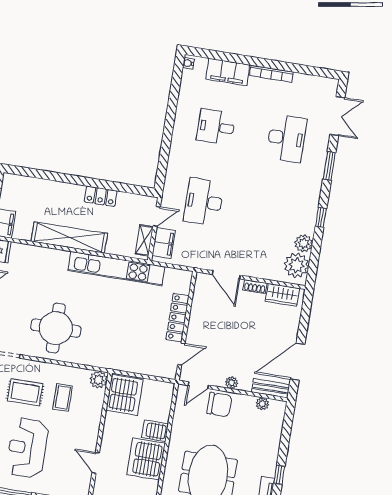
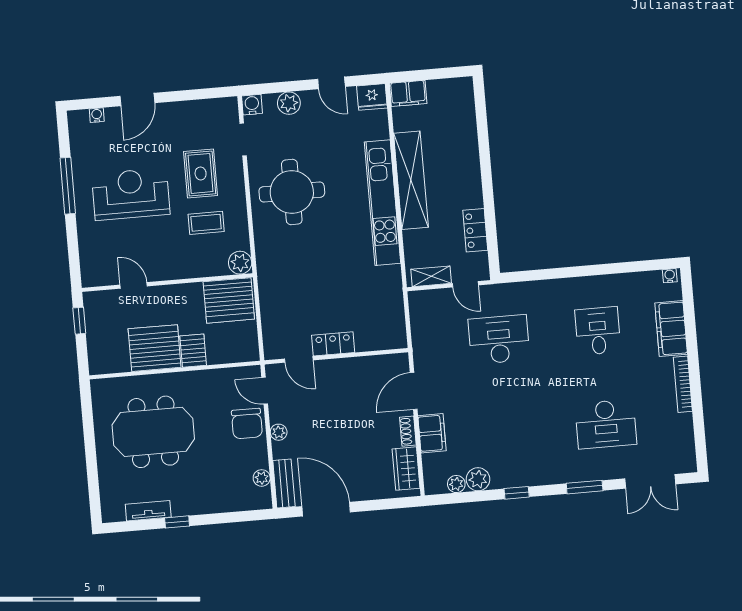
locker: (101, 196) -> (475, 230), moved
filing cabinet: (164, 243) -> (432, 433), moved, turned -90
plant: (296, 265) -> (456, 484), width x0.53, depth x0.53
kitchen unit: (116, 269) -> (383, 203), moved
locker: (178, 318) -> (333, 344), width x0.66
door: (96, 463) -> (134, 285), hinge flipped

